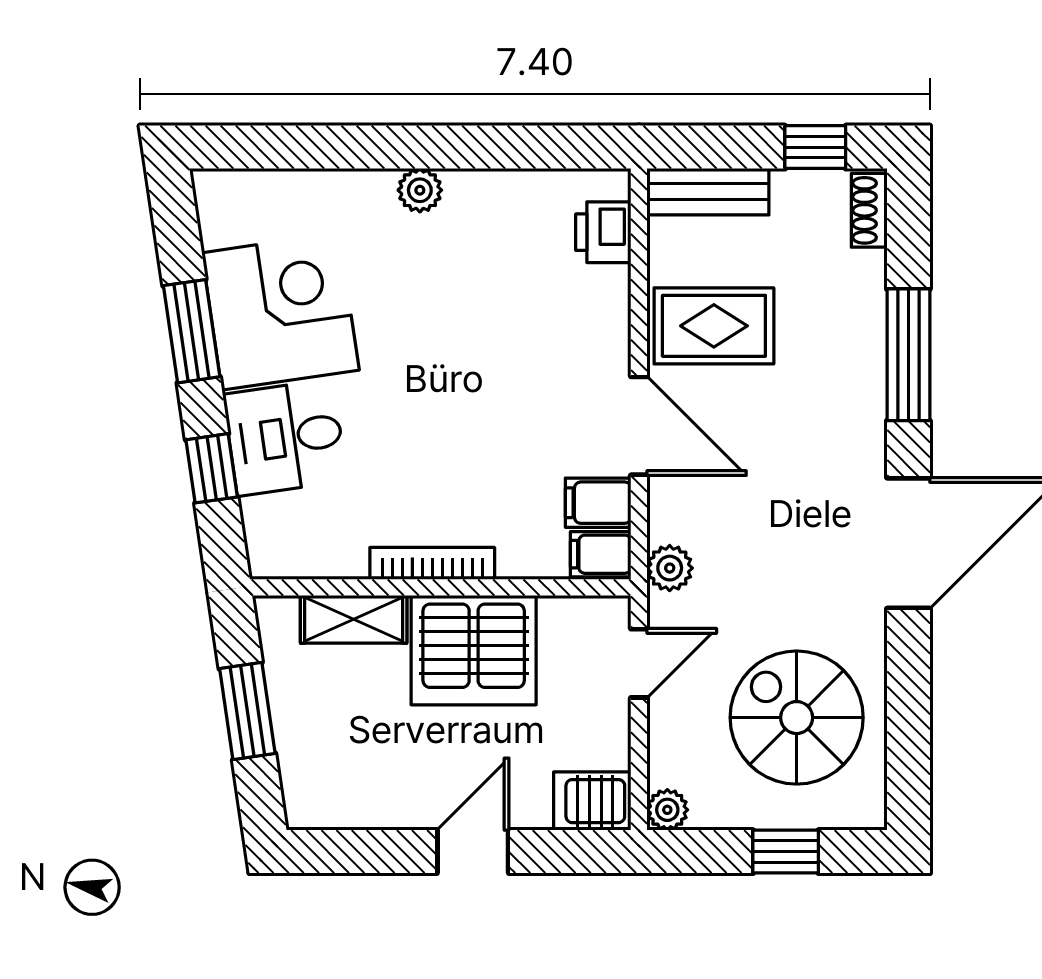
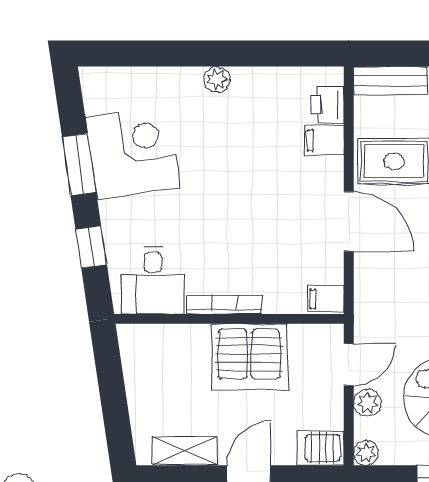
desk: (285, 437) -> (153, 280), moved, turned -82
filing cabinet: (598, 503) -> (324, 140), moved
plant: (670, 568) -> (367, 403), moved
shelving: (354, 619) -> (185, 451), moved
window: (247, 711) -> (113, 393), removed

